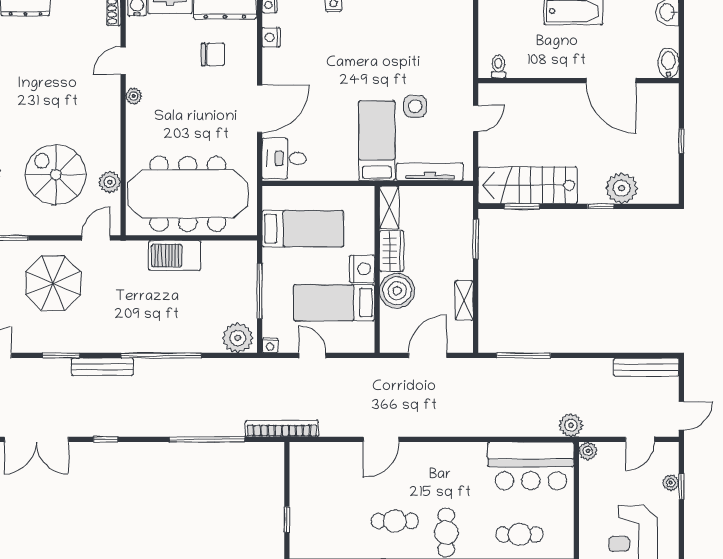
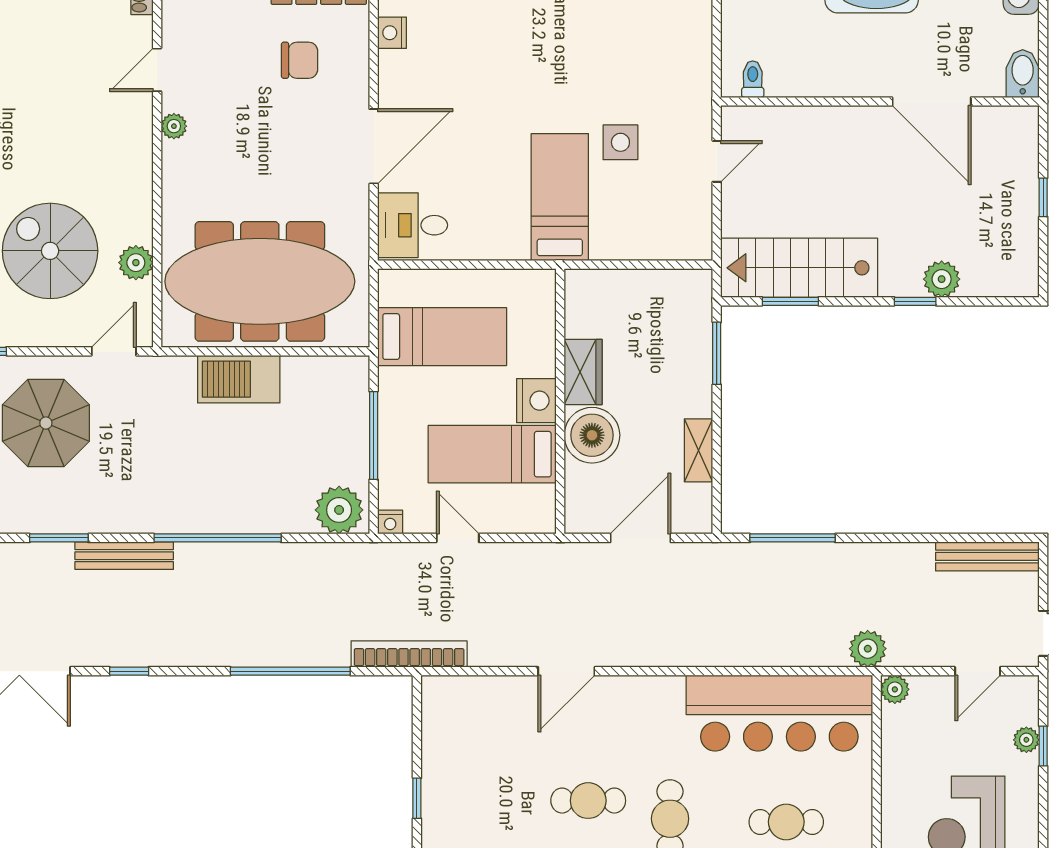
tv unit: (430, 172) -> (644, 246), removed
plant: (622, 188) -> (942, 279), width x0.73, depth x0.73
shelving: (389, 207) -> (579, 303), removed
bar counter: (531, 466) -> (779, 713), width x1.36

